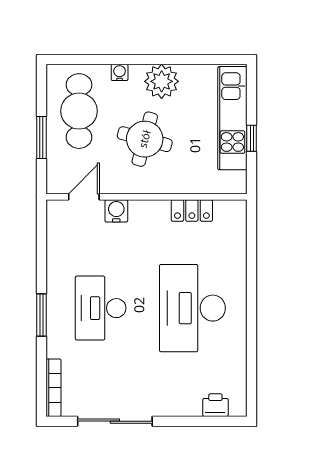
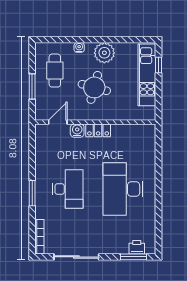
cafe table: (79, 111) -> (55, 71), width x0.73, depth x0.74
window: (252, 138) -> (158, 65), moved
locker: (192, 211) -> (98, 130), moved
desk: (101, 308) -> (68, 189), turned 180
window: (210, 421) -> (133, 257), added

